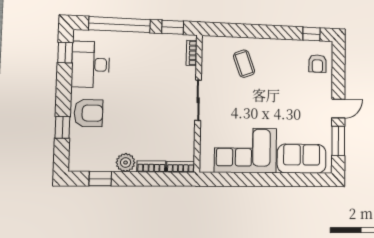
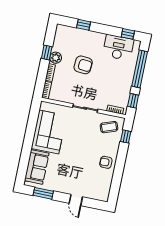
window: (311, 34) -> (126, 136), moved
coffee table: (244, 64) -> (109, 127), moved
armchair: (317, 64) -> (106, 162), moved
door: (338, 108) -> (76, 200), moved
armchair: (88, 113) -> (83, 65), moved, turned -85
window: (100, 179) -> (47, 52), moved

